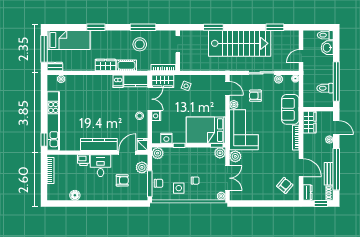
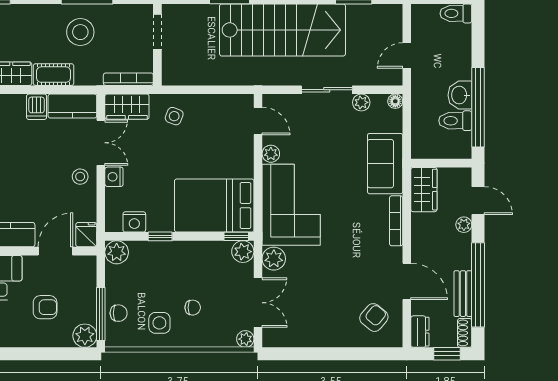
washbasin: (327, 48) -> (460, 95), moved
armchair: (255, 96) -> (315, 136), removed
plant: (142, 167) -> (85, 336), moved

